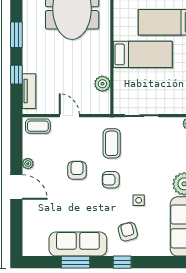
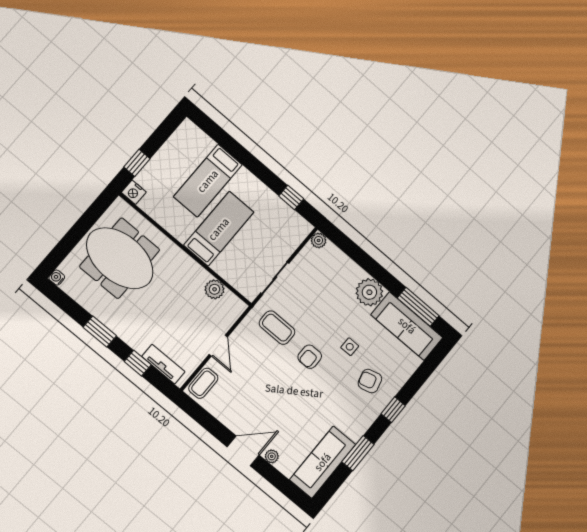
door: (69, 116) -> (218, 346), swing flipped
plant: (28, 164) -> (272, 456), moved
armchair: (77, 170) -> (275, 381), removed
sofa: (78, 244) -> (323, 462), moved

